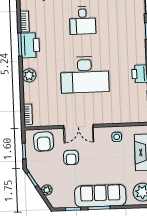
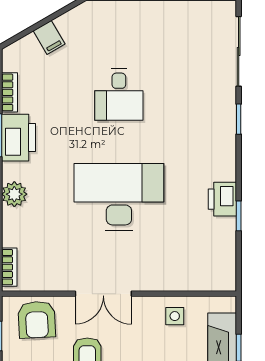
desk: (85, 75) -> (119, 197), turned 180

